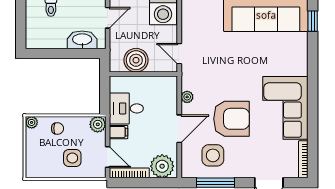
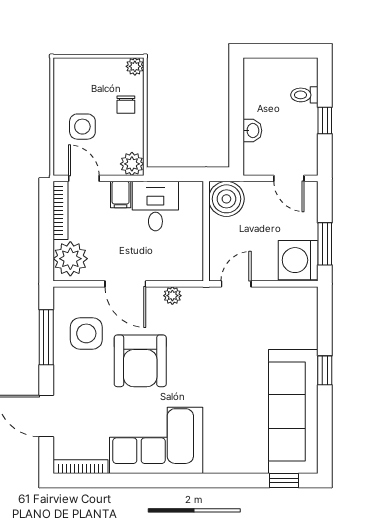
washbasin: (82, 40) -> (252, 131), width x0.52, depth x0.69
boiler: (136, 60) -> (226, 199), moved
door: (108, 157) -> (84, 178), swing flipped

